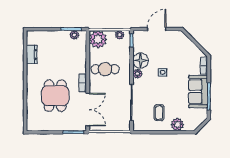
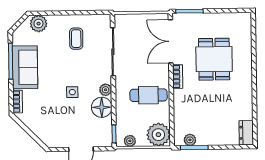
dresser: (32, 55) -> (246, 133), moved
plant: (177, 124) -> (39, 24), moved

